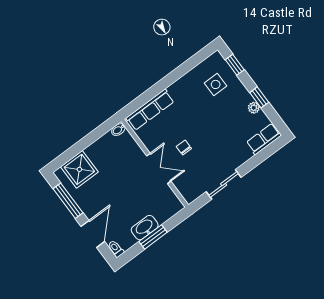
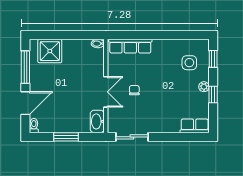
plant: (254, 108) -> (204, 87), moved
sliding door: (224, 184) -> (132, 137), moved
washbasin: (145, 228) -> (97, 121), moved, turned -90

